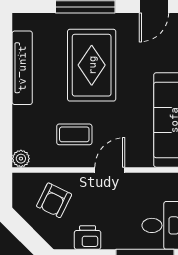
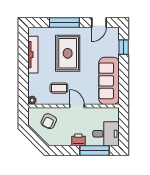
door: (110, 170) -> (77, 106), hinge flipped
printer: (88, 237) -> (78, 140), moved

